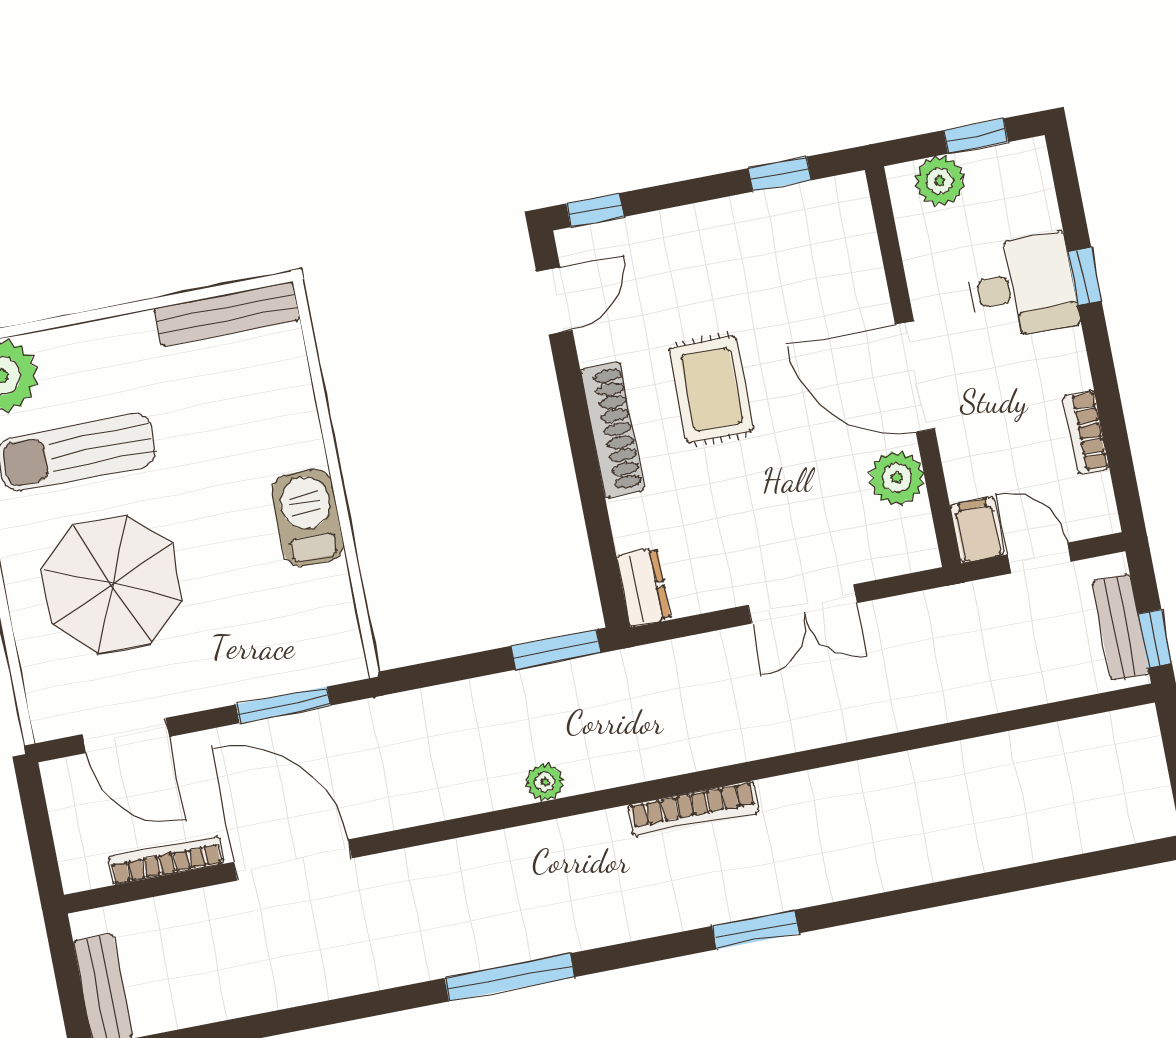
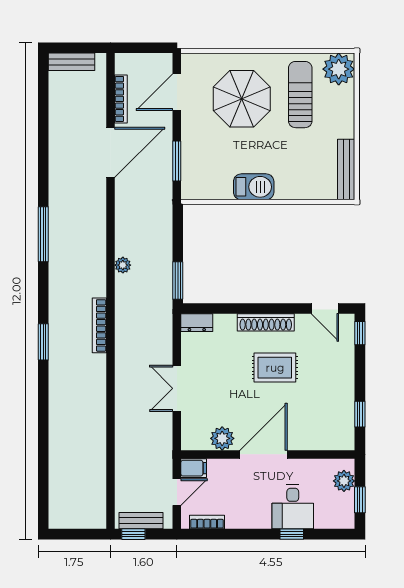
bookcase: (1086, 432) -> (207, 522), moved

